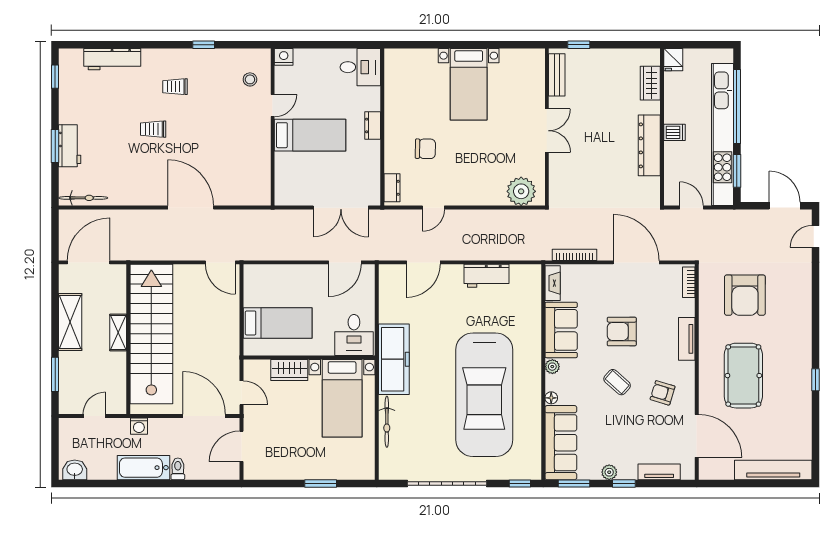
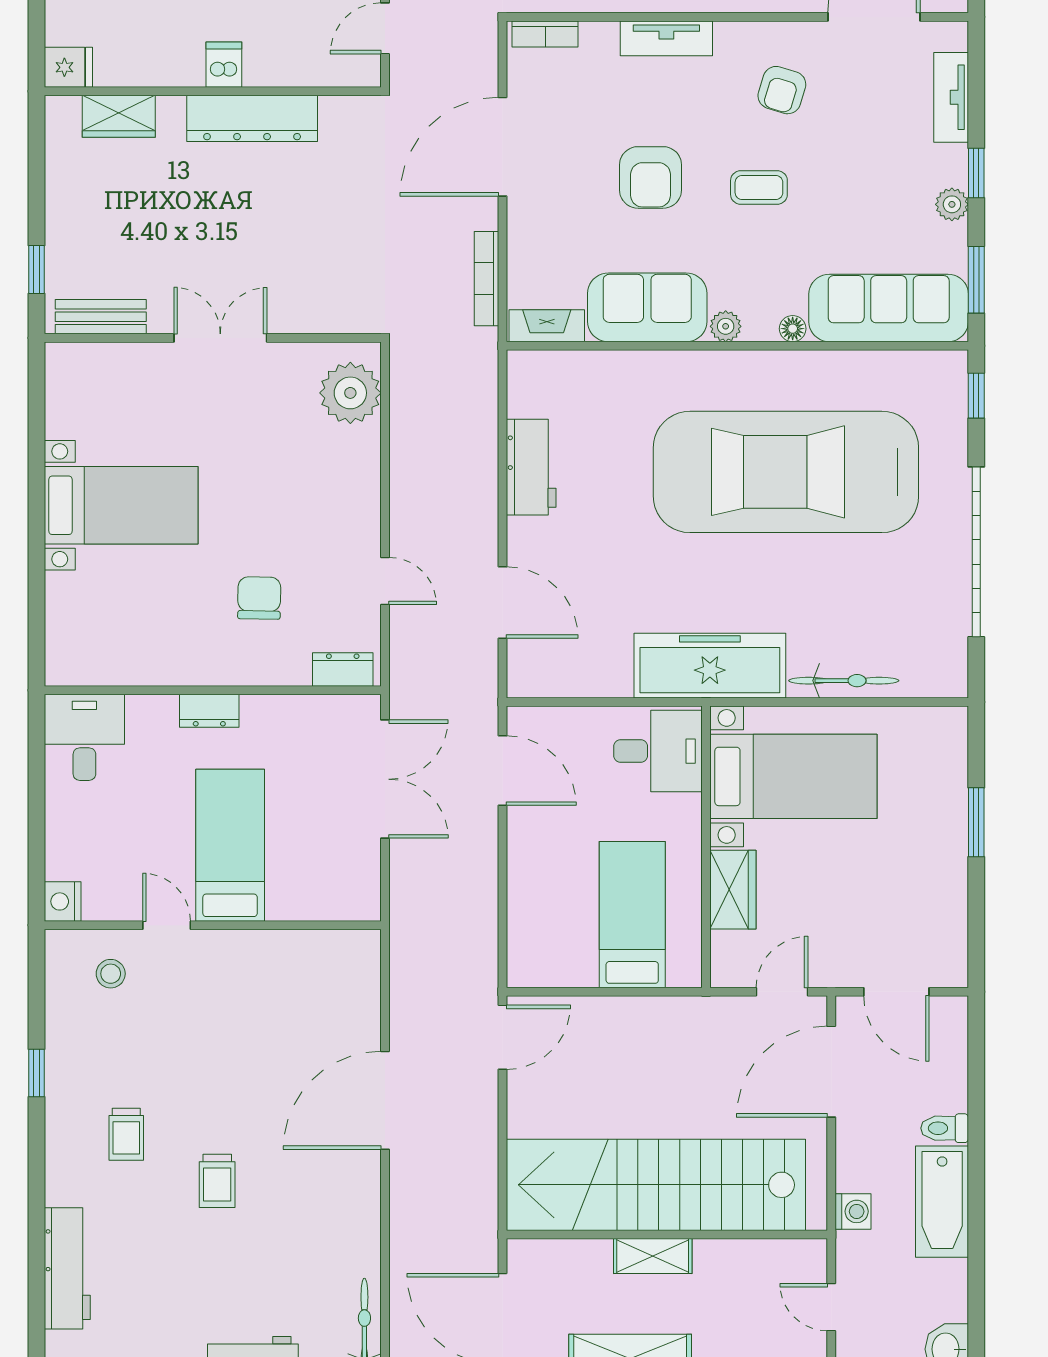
coffee table: (617, 382) -> (759, 187), turned 48
car: (484, 395) -> (786, 472), turned 180

